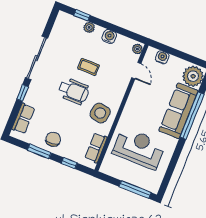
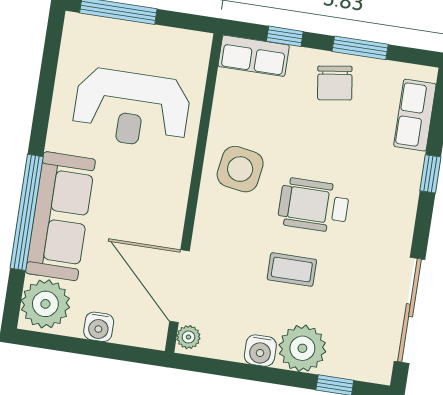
plant: (89, 27) -> (302, 348), width x1.88, depth x1.88
water cooler: (162, 57) -> (99, 327), moved
sliding door: (36, 58) -> (410, 310), moved
door: (136, 71) -> (180, 286), width x1.87
row of seats: (96, 148) -> (254, 56), moved, turned 90

